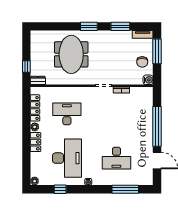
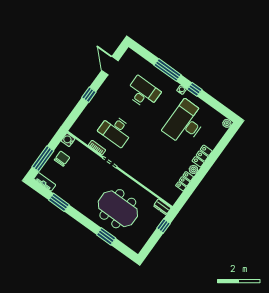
window: (89, 26) -> (106, 236), moved
meeting table: (71, 54) -> (118, 209), turned 90
locker: (35, 108) -> (185, 181), width x0.66
desk: (67, 114) -> (116, 130), moved
window: (157, 126) -> (89, 95), width x0.32
window: (60, 189) -> (194, 89), moved
window: (125, 189) -> (168, 70), moved

